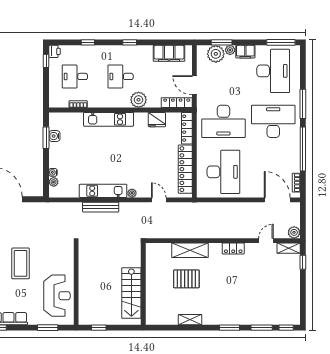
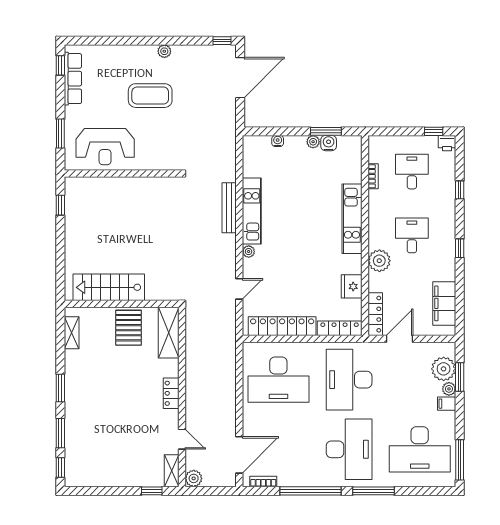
filing cabinet: (245, 52) -> (447, 404), width x0.50
plant: (54, 182) -> (313, 142), moved
wall: (143, 284) -> (122, 304), moved
stairs: (131, 293) -> (109, 287), moved

